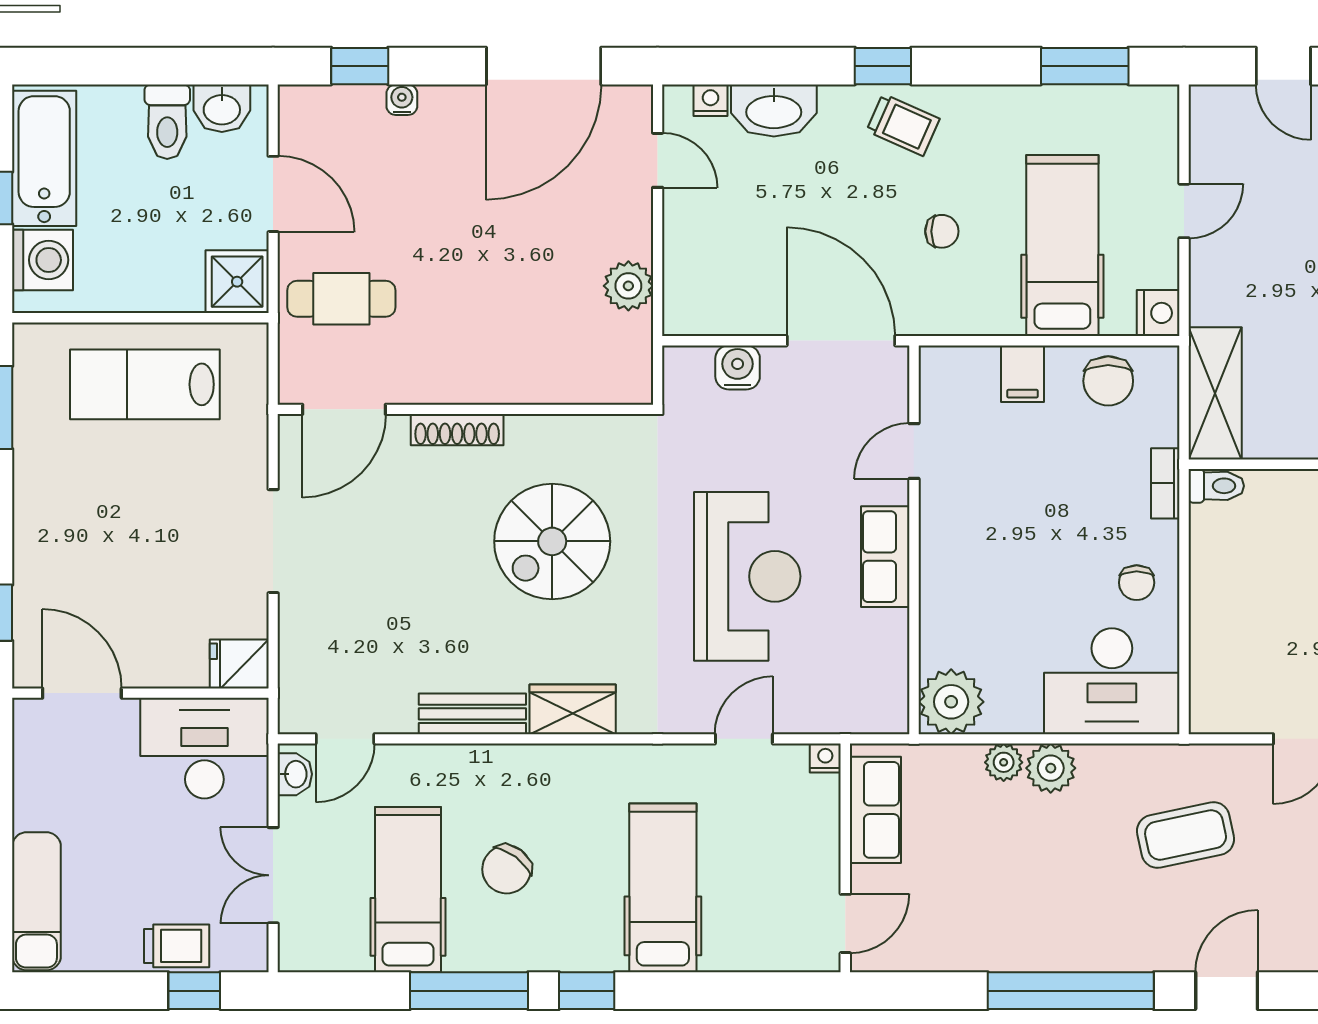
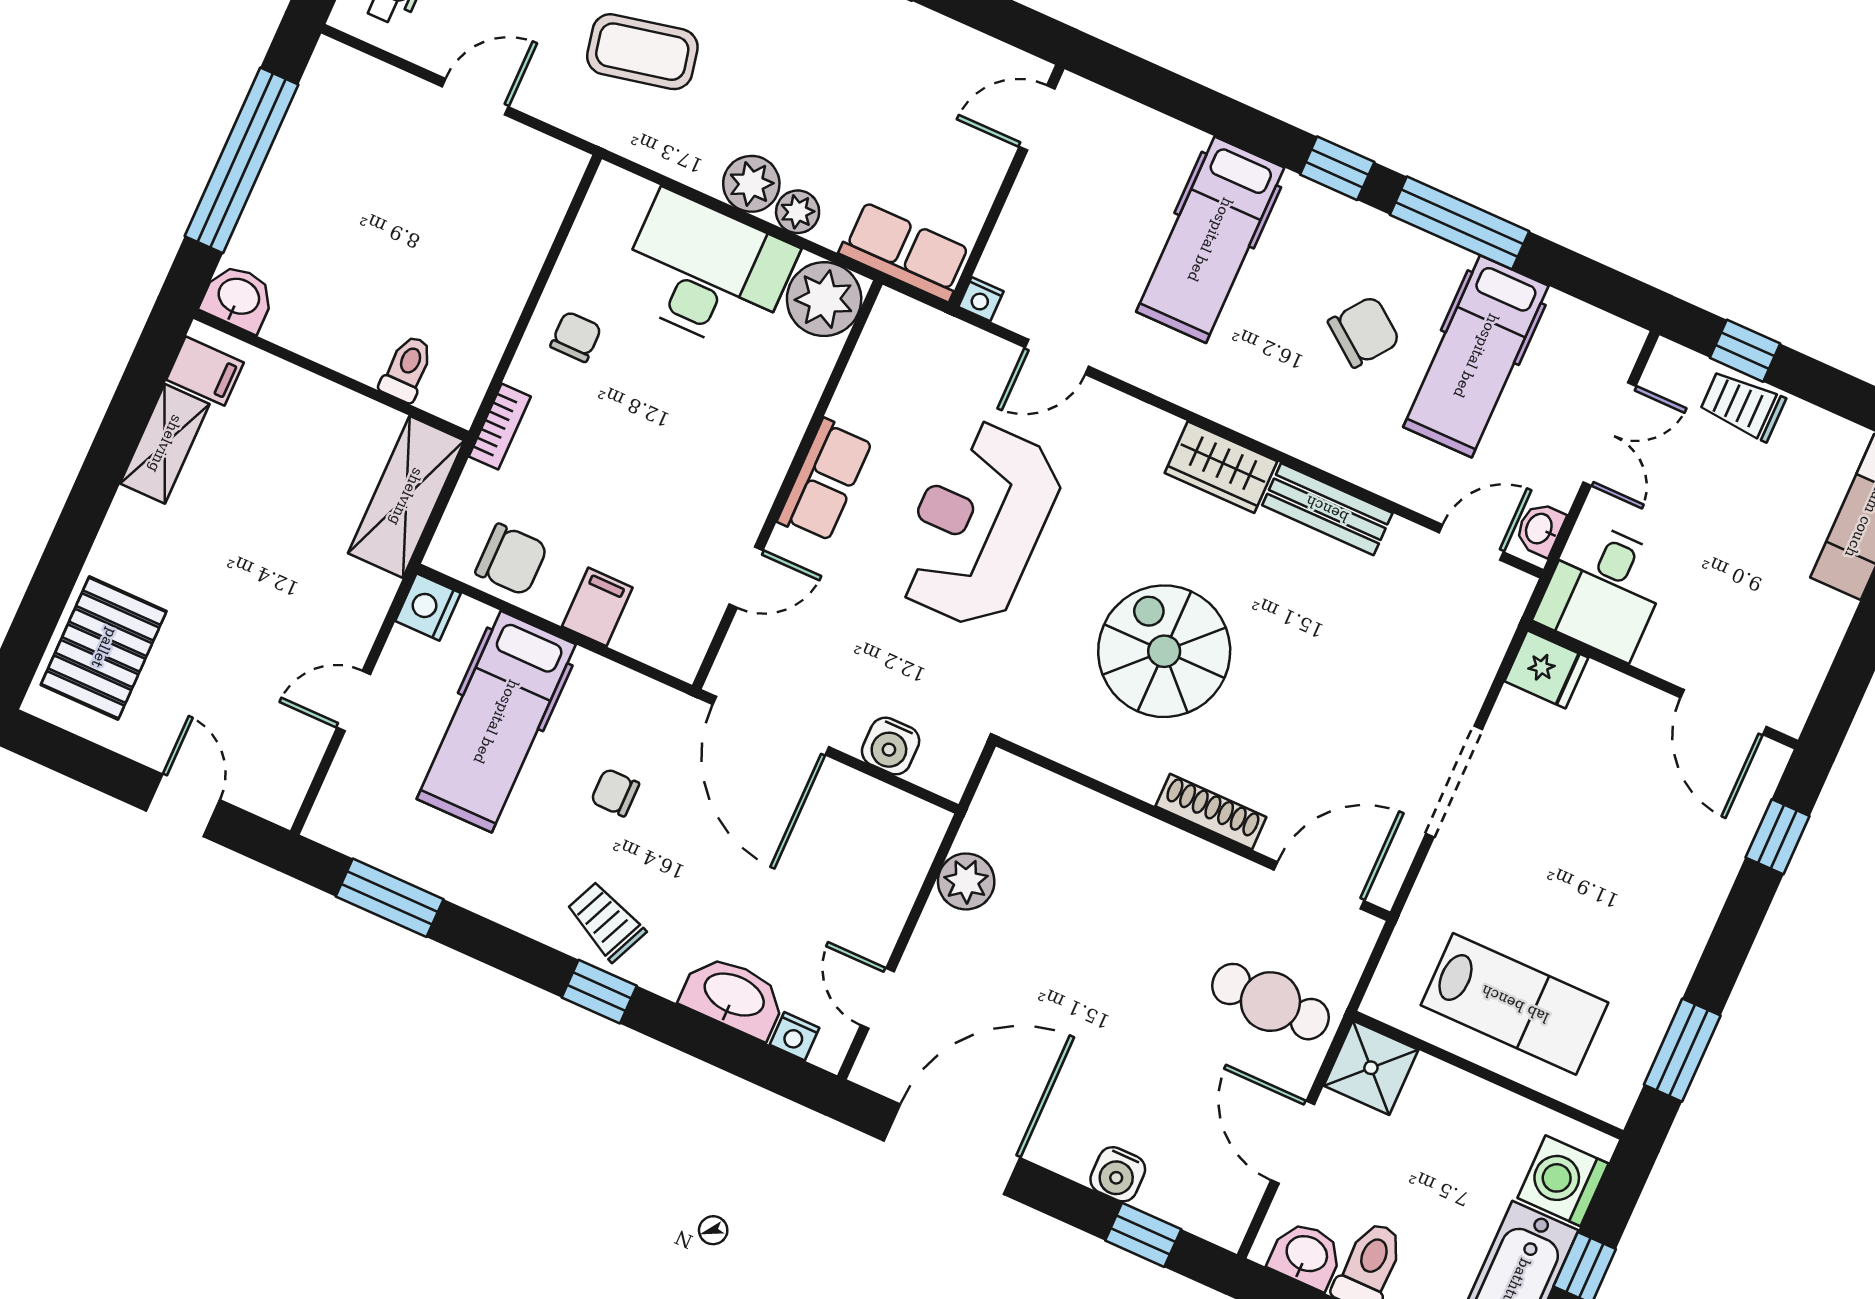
water cooler: (402, 100) -> (1118, 1174), width x1.38, depth x1.38
chair: (1108, 381) -> (512, 560), turned 90
toilet: (1216, 486) -> (407, 369), moved, turned 90
spiral stairs: (552, 541) -> (1164, 651), turned -90
desk: (1112, 681) -> (707, 272), moved
desk: (204, 748) -> (1604, 590), width x0.73
row of seats: (875, 810) -> (905, 252), moved, turned 90

